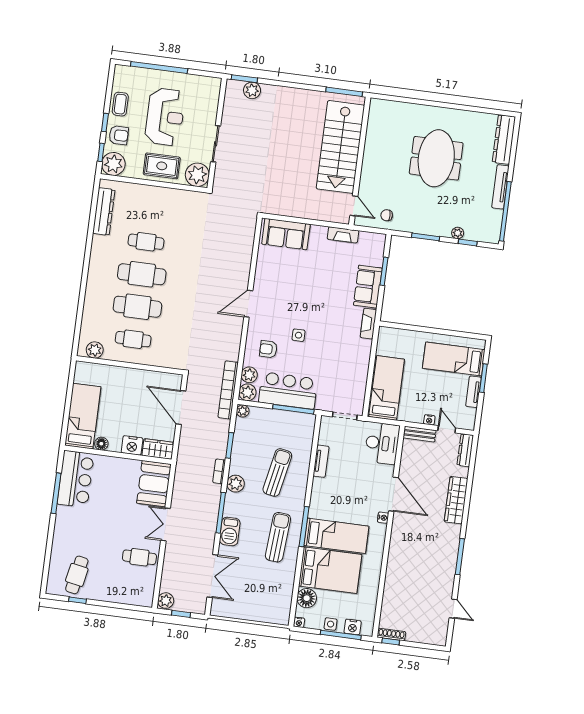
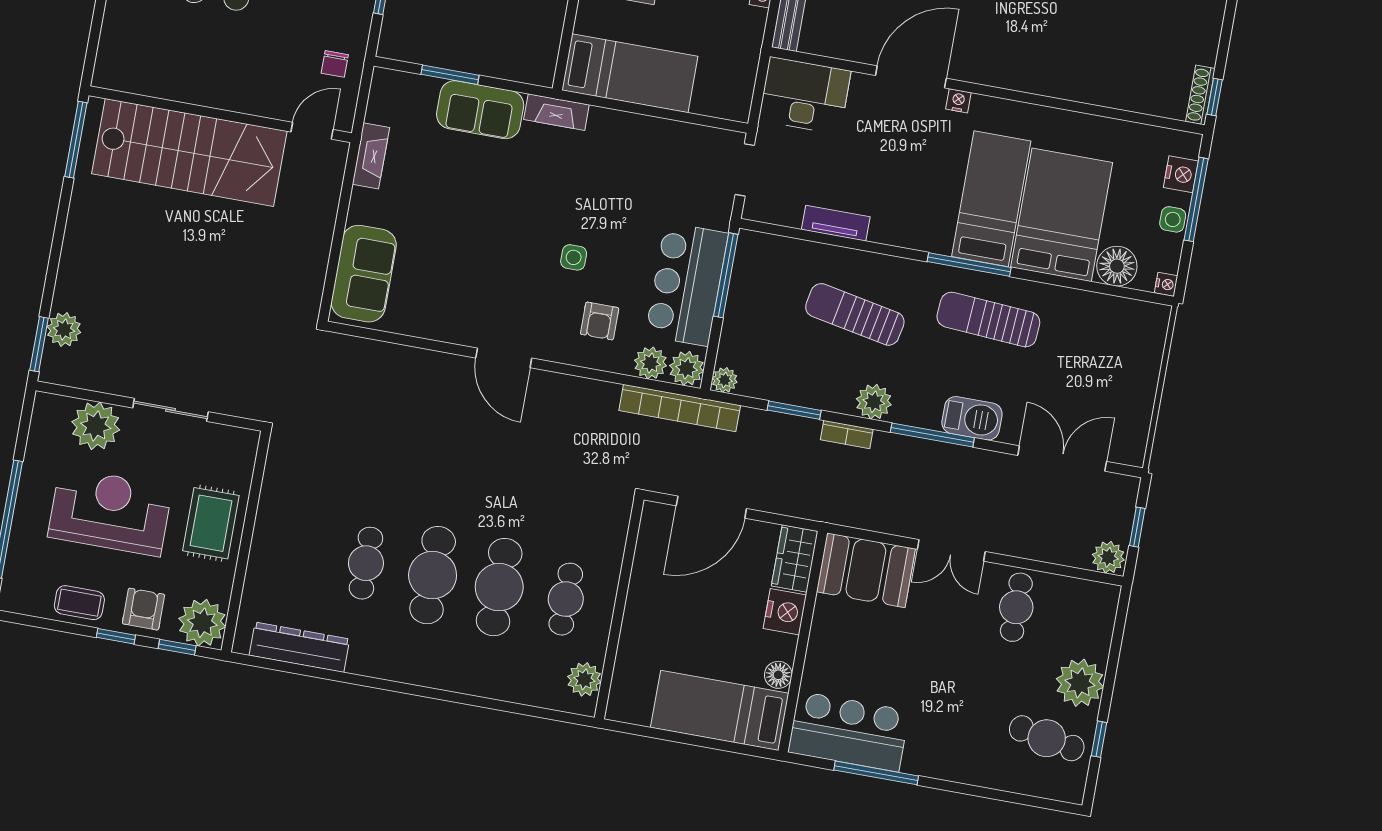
plant: (197, 175) -> (96, 426), moved
bed: (387, 388) -> (630, 73), moved, turned 180
plant: (104, 590) -> (1080, 683), added

